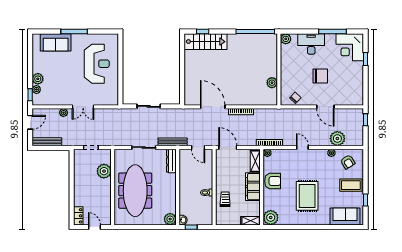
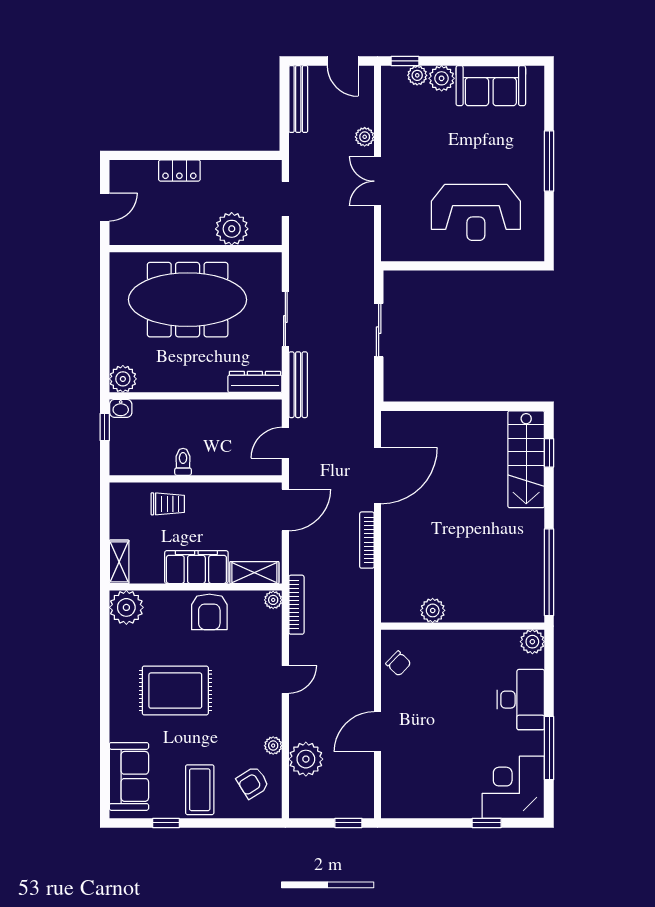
sofa: (56, 42) -> (491, 86), moved, turned -90
chair: (320, 76) -> (448, 720), removed
locker: (78, 216) -> (179, 171), moved

